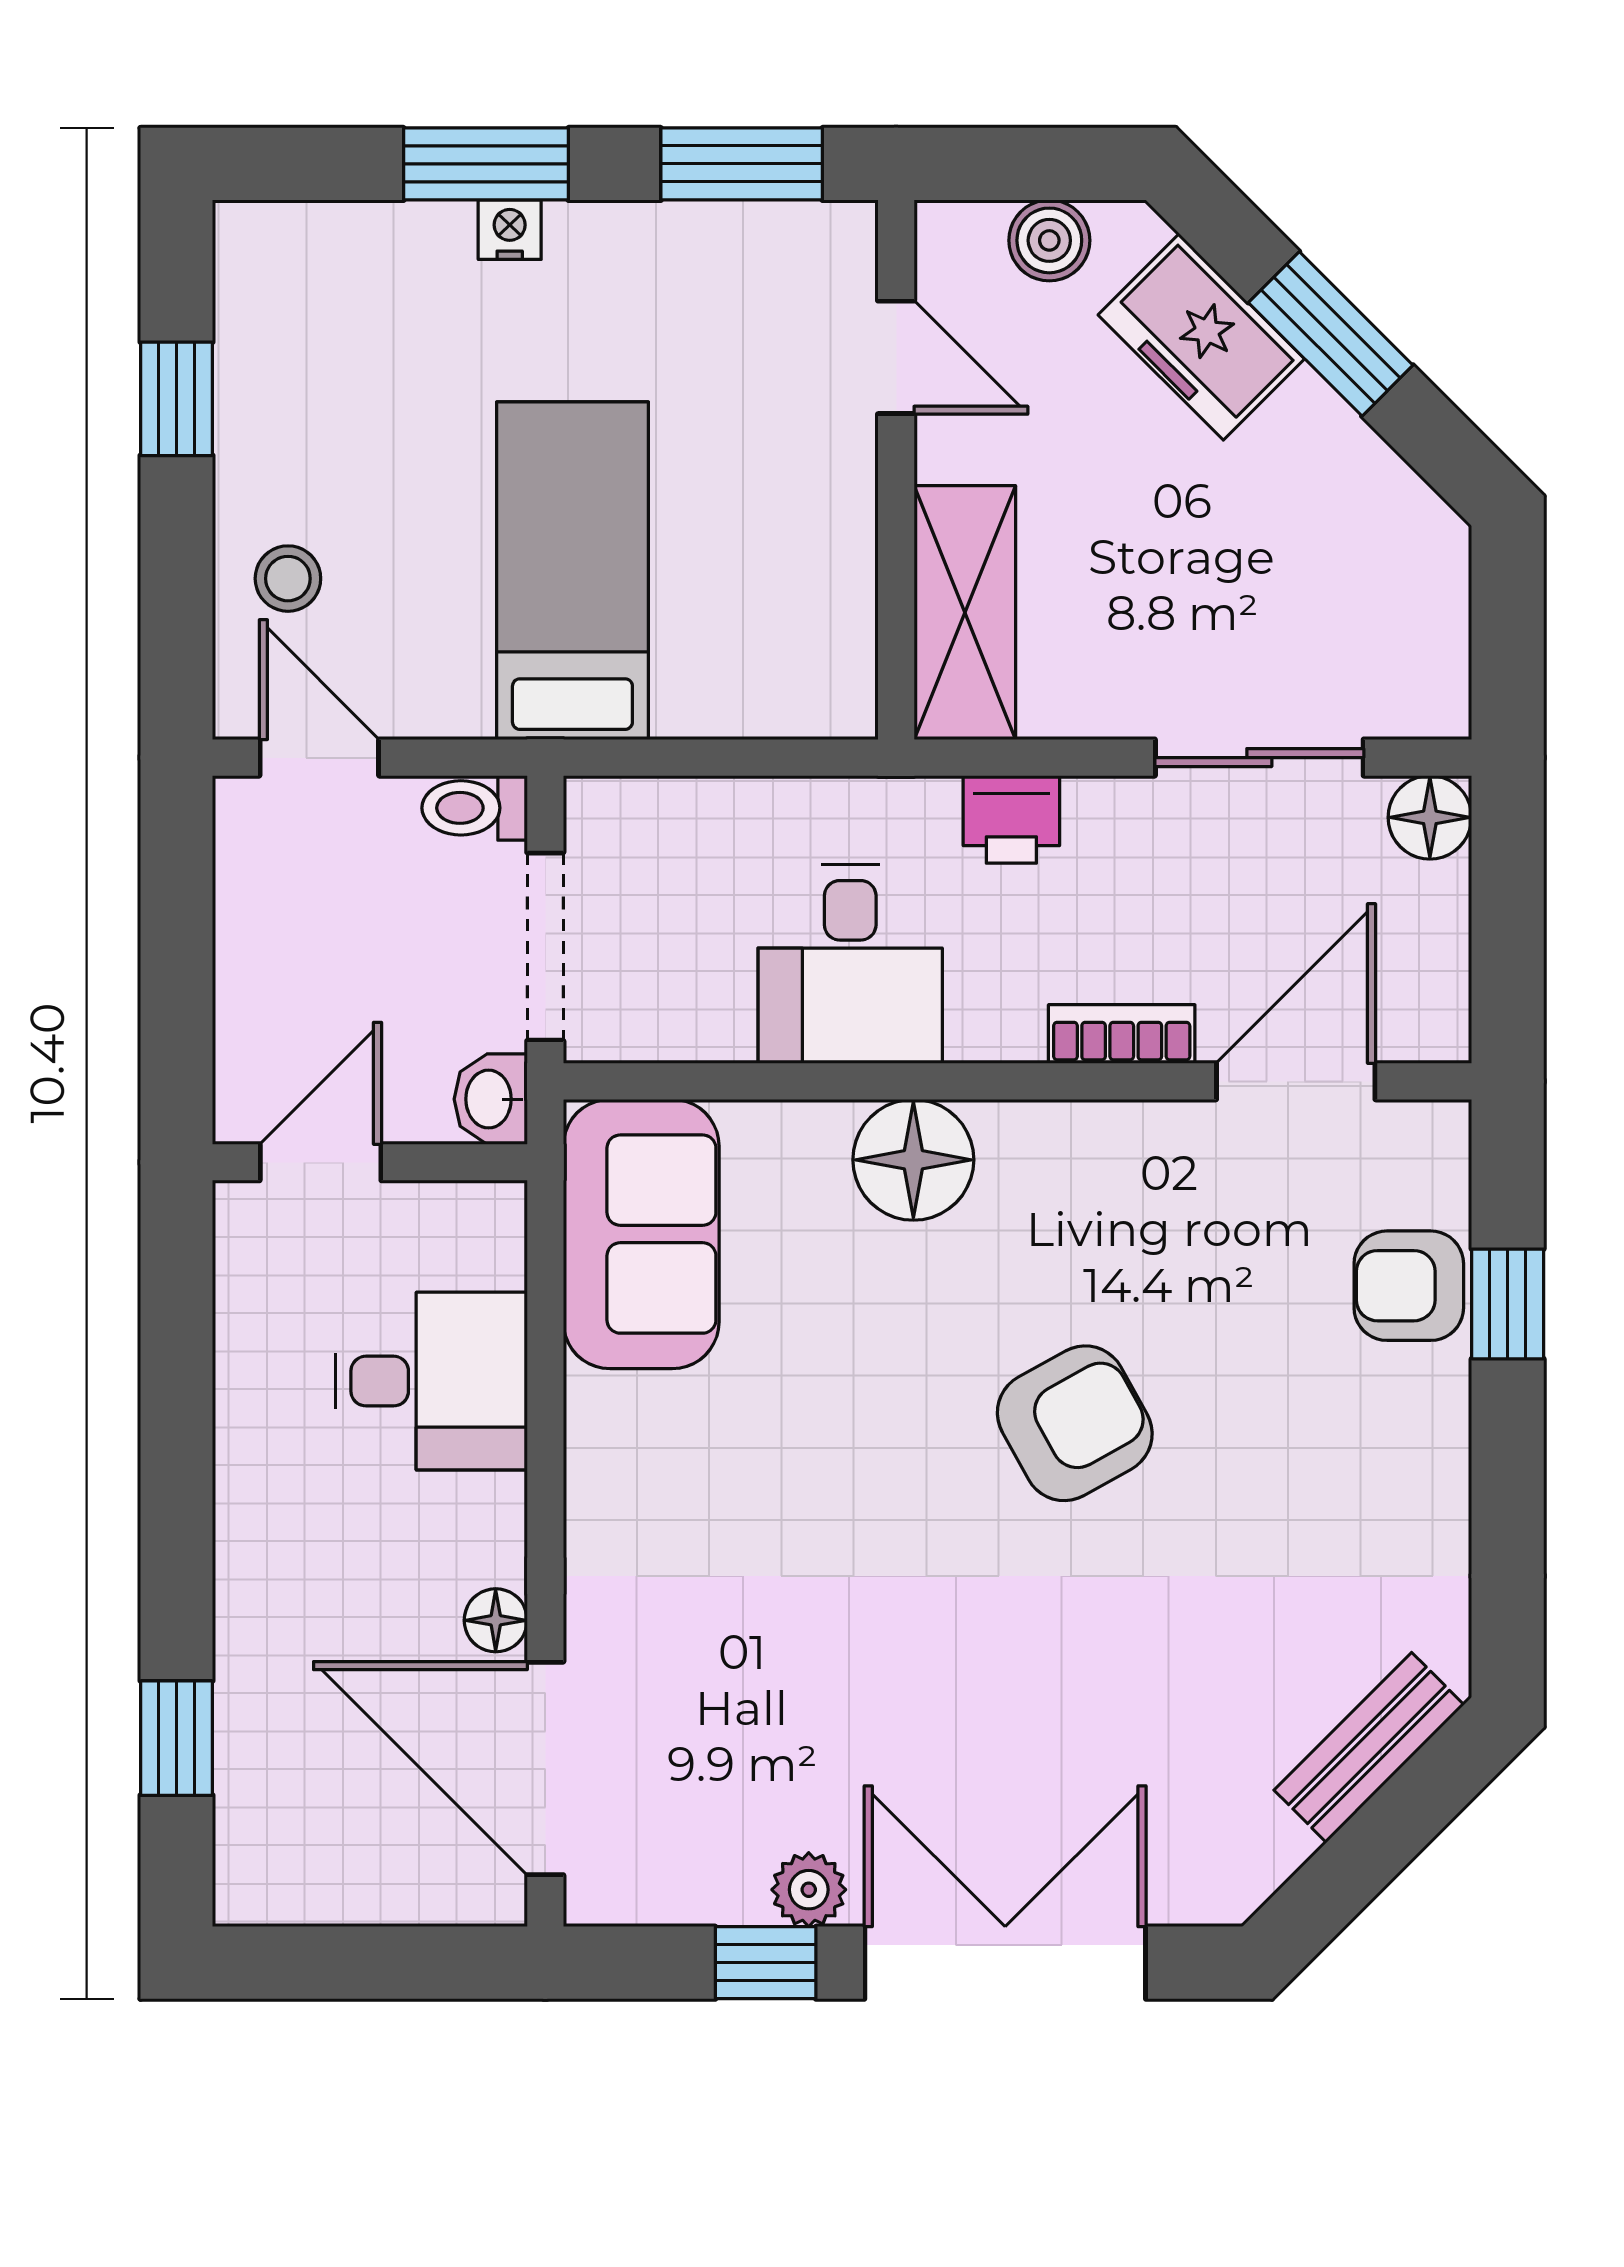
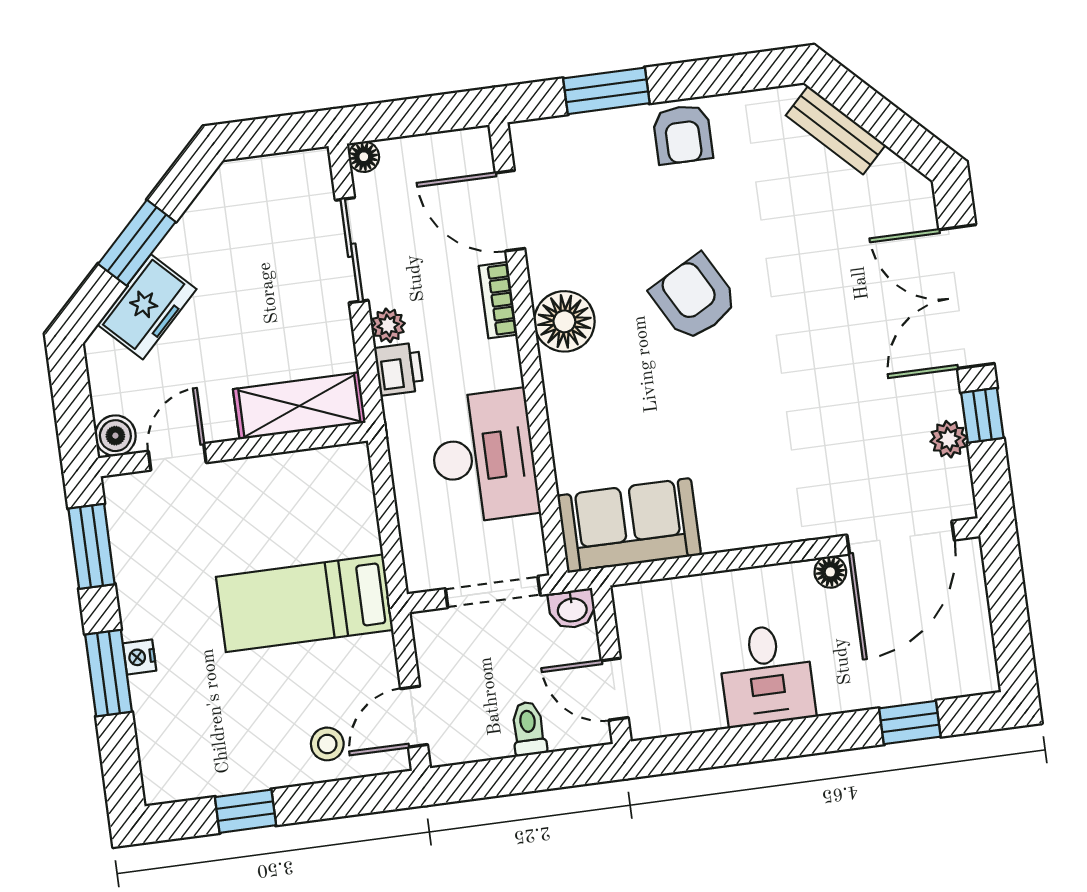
boiler: (1049, 240) -> (115, 436), moved
toilet: (475, 808) -> (528, 729), moved, turned 180
plant: (1101, 810) -> (388, 325), added
floor lamp: (1430, 817) -> (364, 157), width x0.73, depth x0.73
desk: (850, 964) -> (484, 457), width x1.37
floor lamp: (913, 1160) -> (564, 321), moved
armchair: (1409, 1286) -> (683, 134), moved
window: (1508, 1304) -> (606, 91), width x1.50
desk: (431, 1381) -> (767, 675), moved, turned 180
plant: (809, 1890) -> (949, 439), moved

